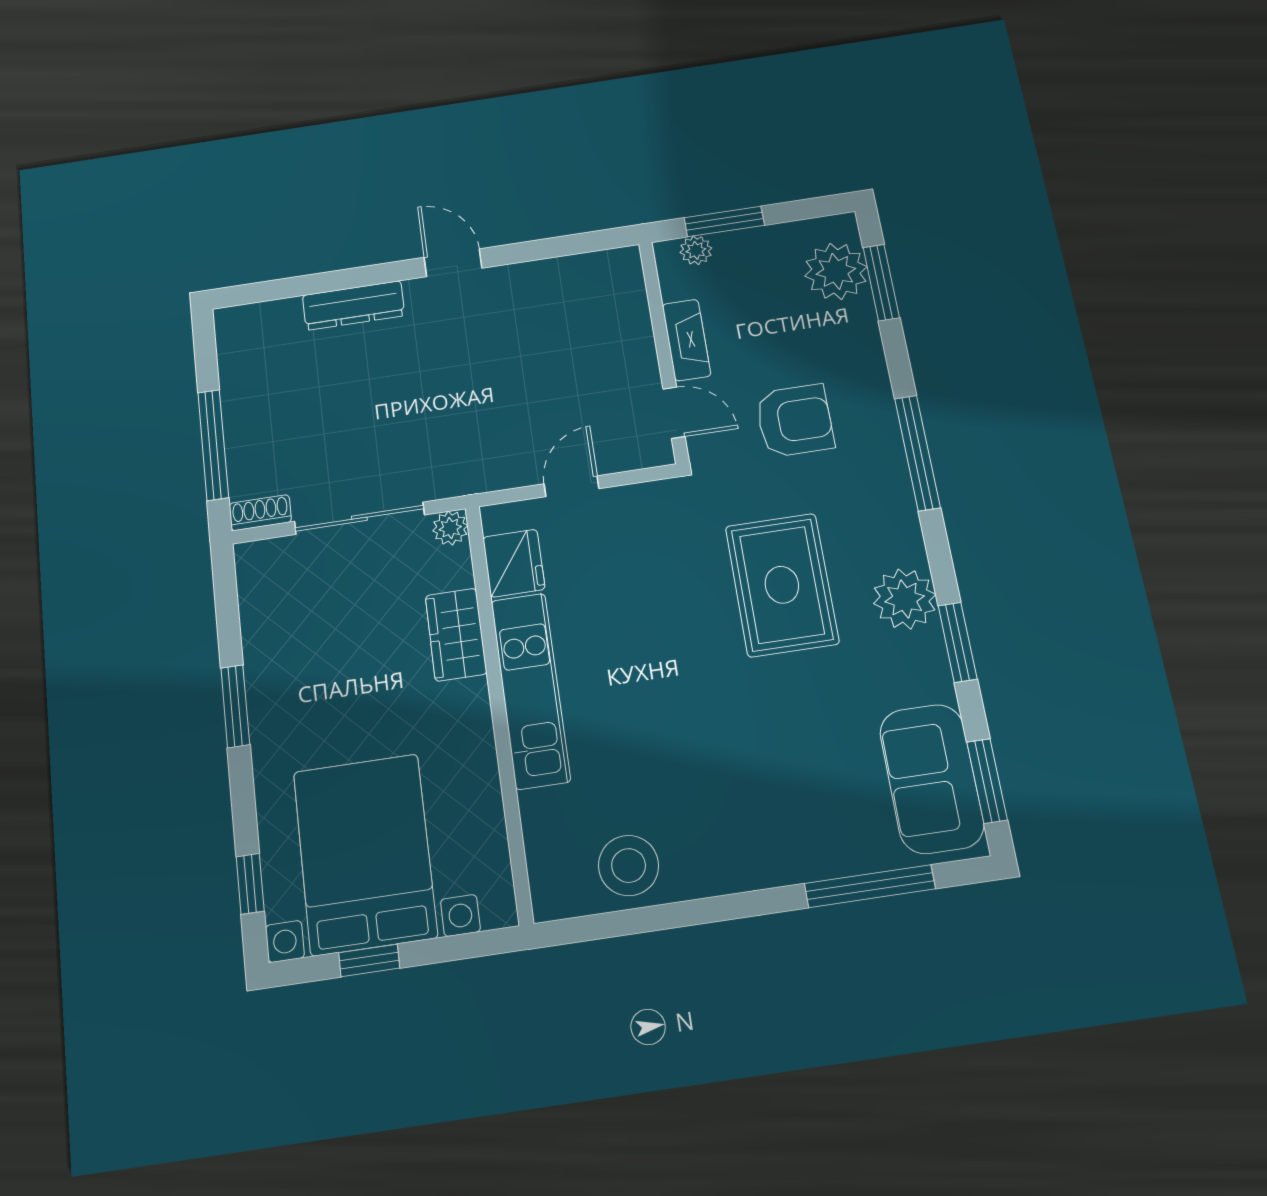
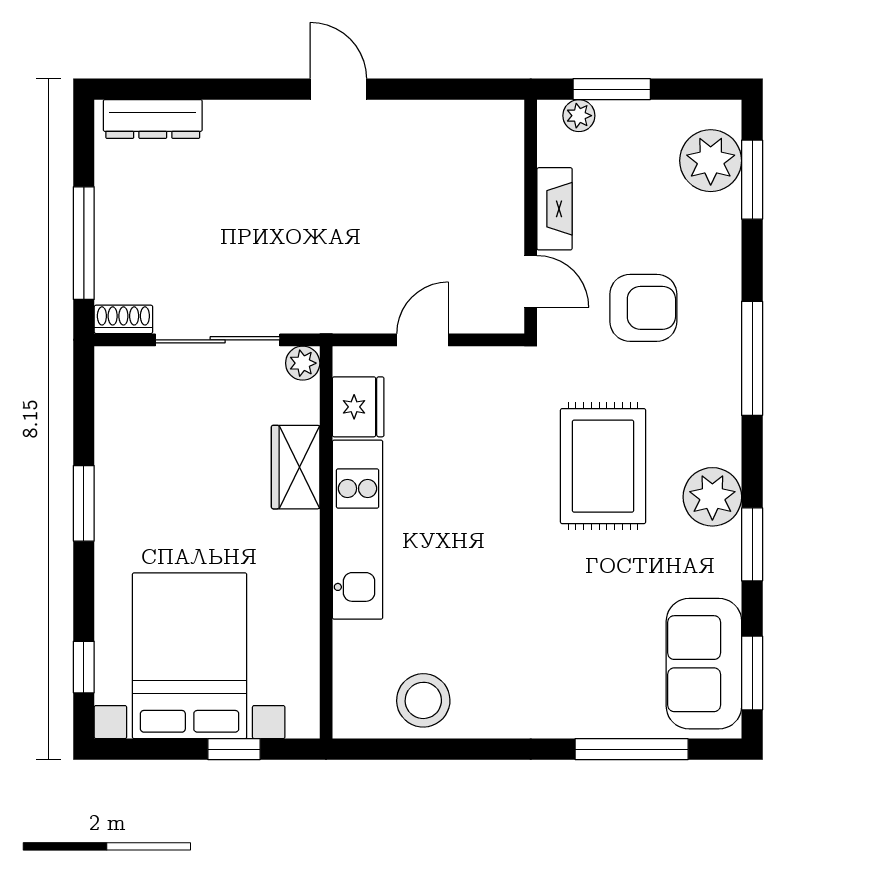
dresser: (354, 305) -> (153, 119), moved
window: (369, 960) -> (234, 749), moved

